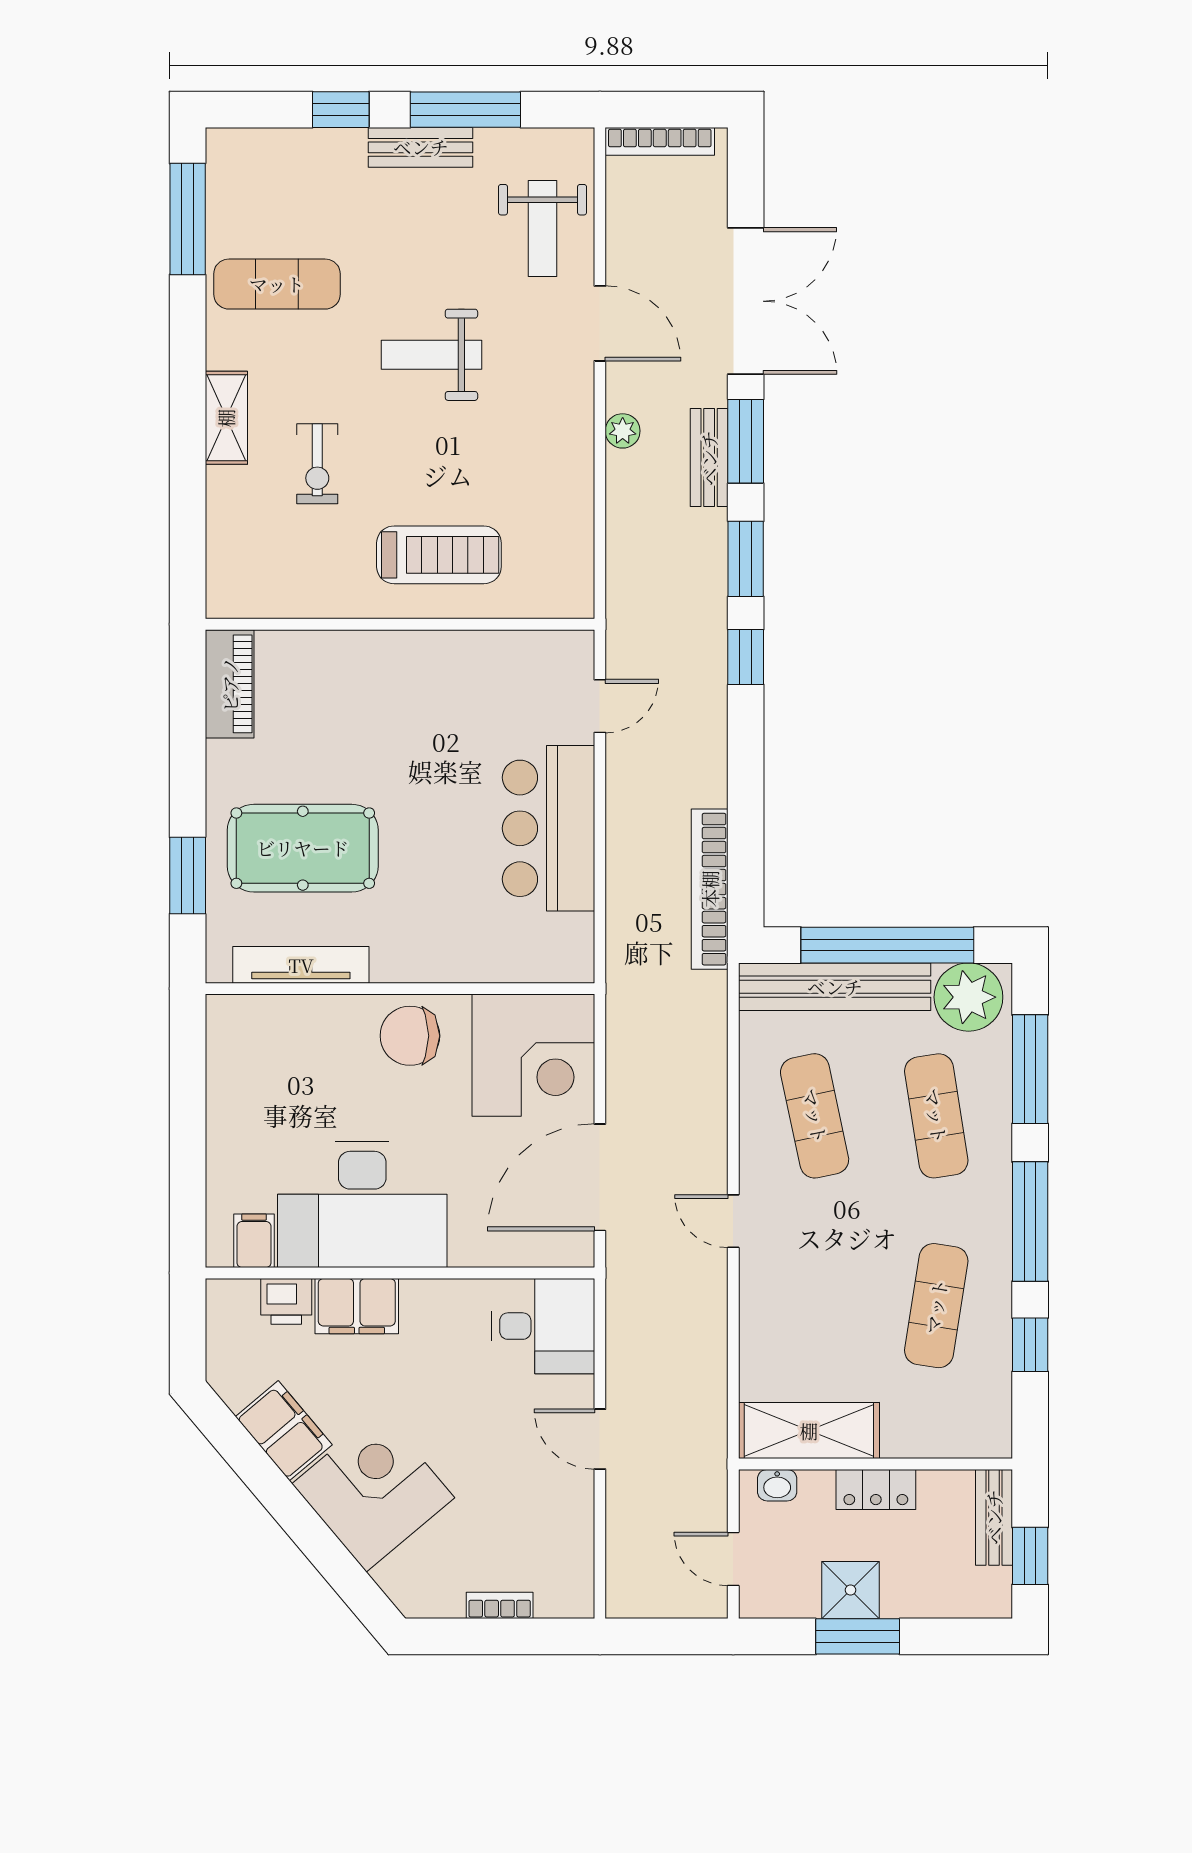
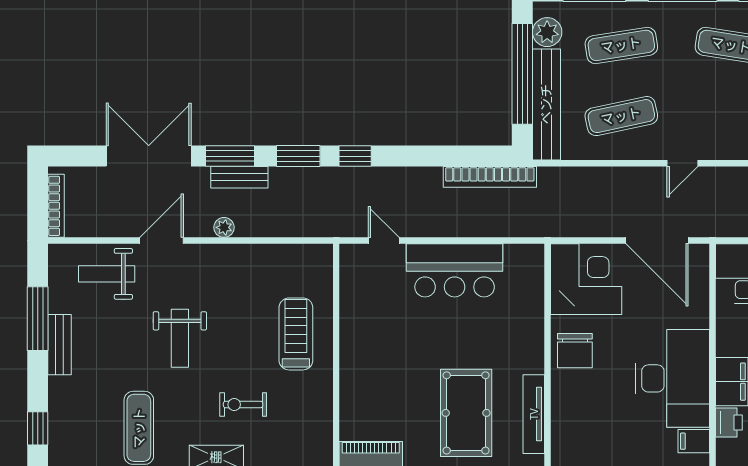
window: (341, 110) -> (38, 428), moved
weight bench: (542, 229) -> (107, 274), turned 180
exercise bike: (317, 464) -> (243, 404), turned 180
plant: (968, 997) -> (547, 32), width x0.73, depth x0.73

